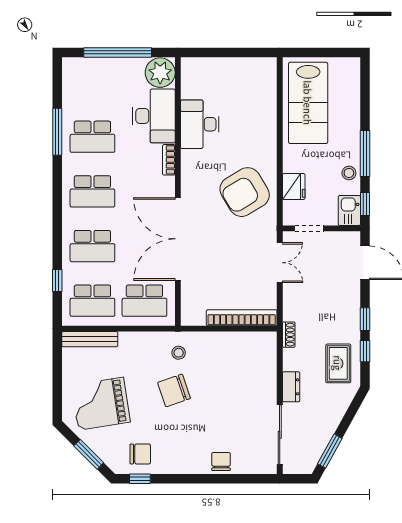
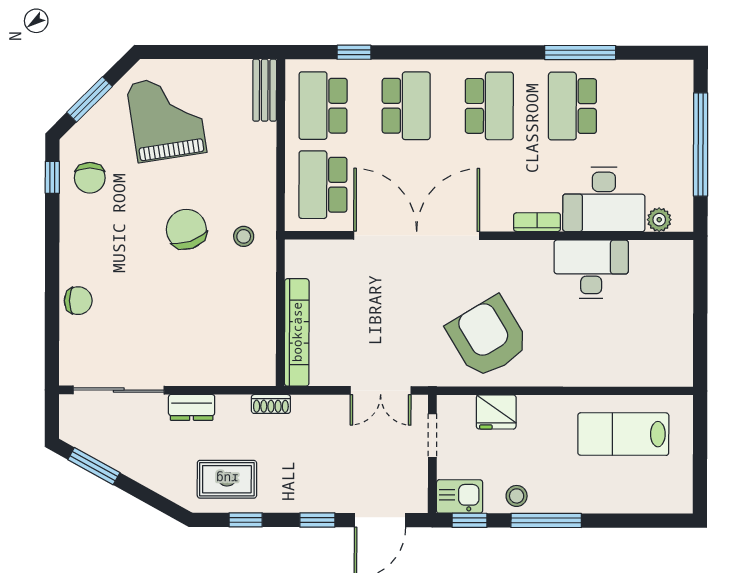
plant: (160, 73) -> (659, 220), width x0.53, depth x0.53
lab bench: (308, 103) -> (623, 434), width x0.73, depth x0.72
school desk: (92, 191) -> (489, 106), turned 180
school desk: (92, 246) -> (406, 106), turned 180
window: (365, 319) -> (317, 520), moved
bench: (90, 339) -> (265, 90), width x0.73

